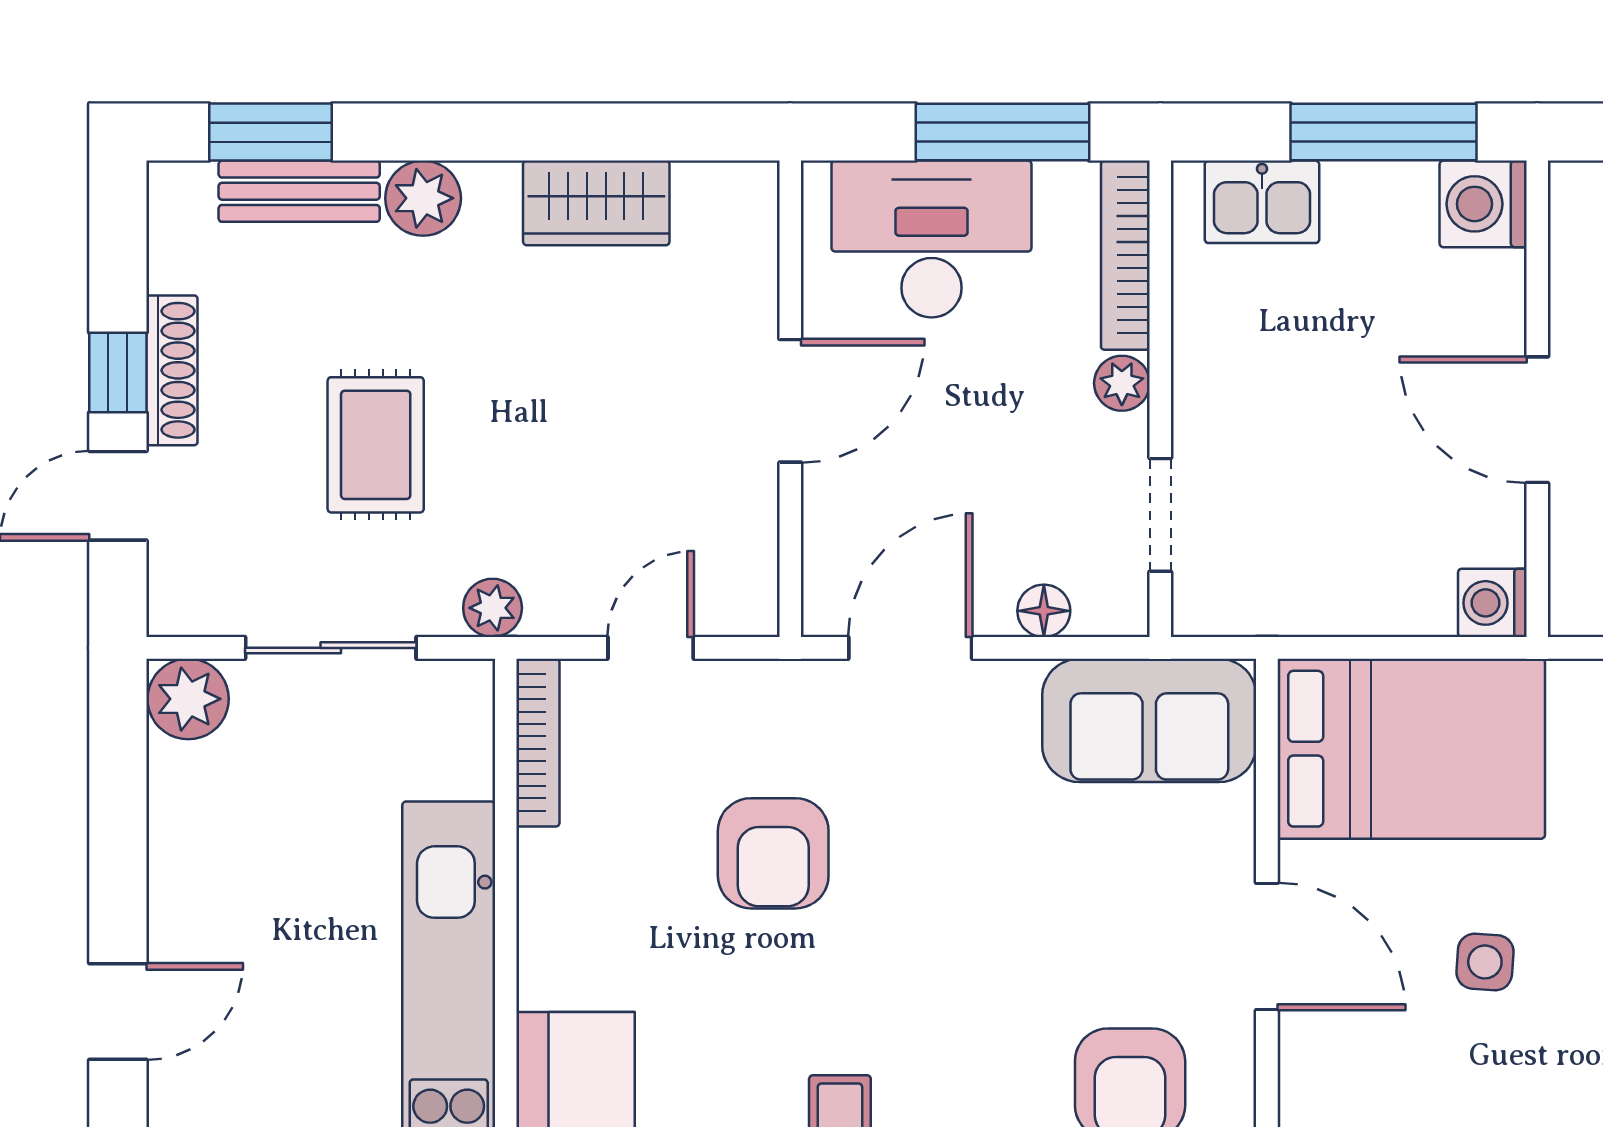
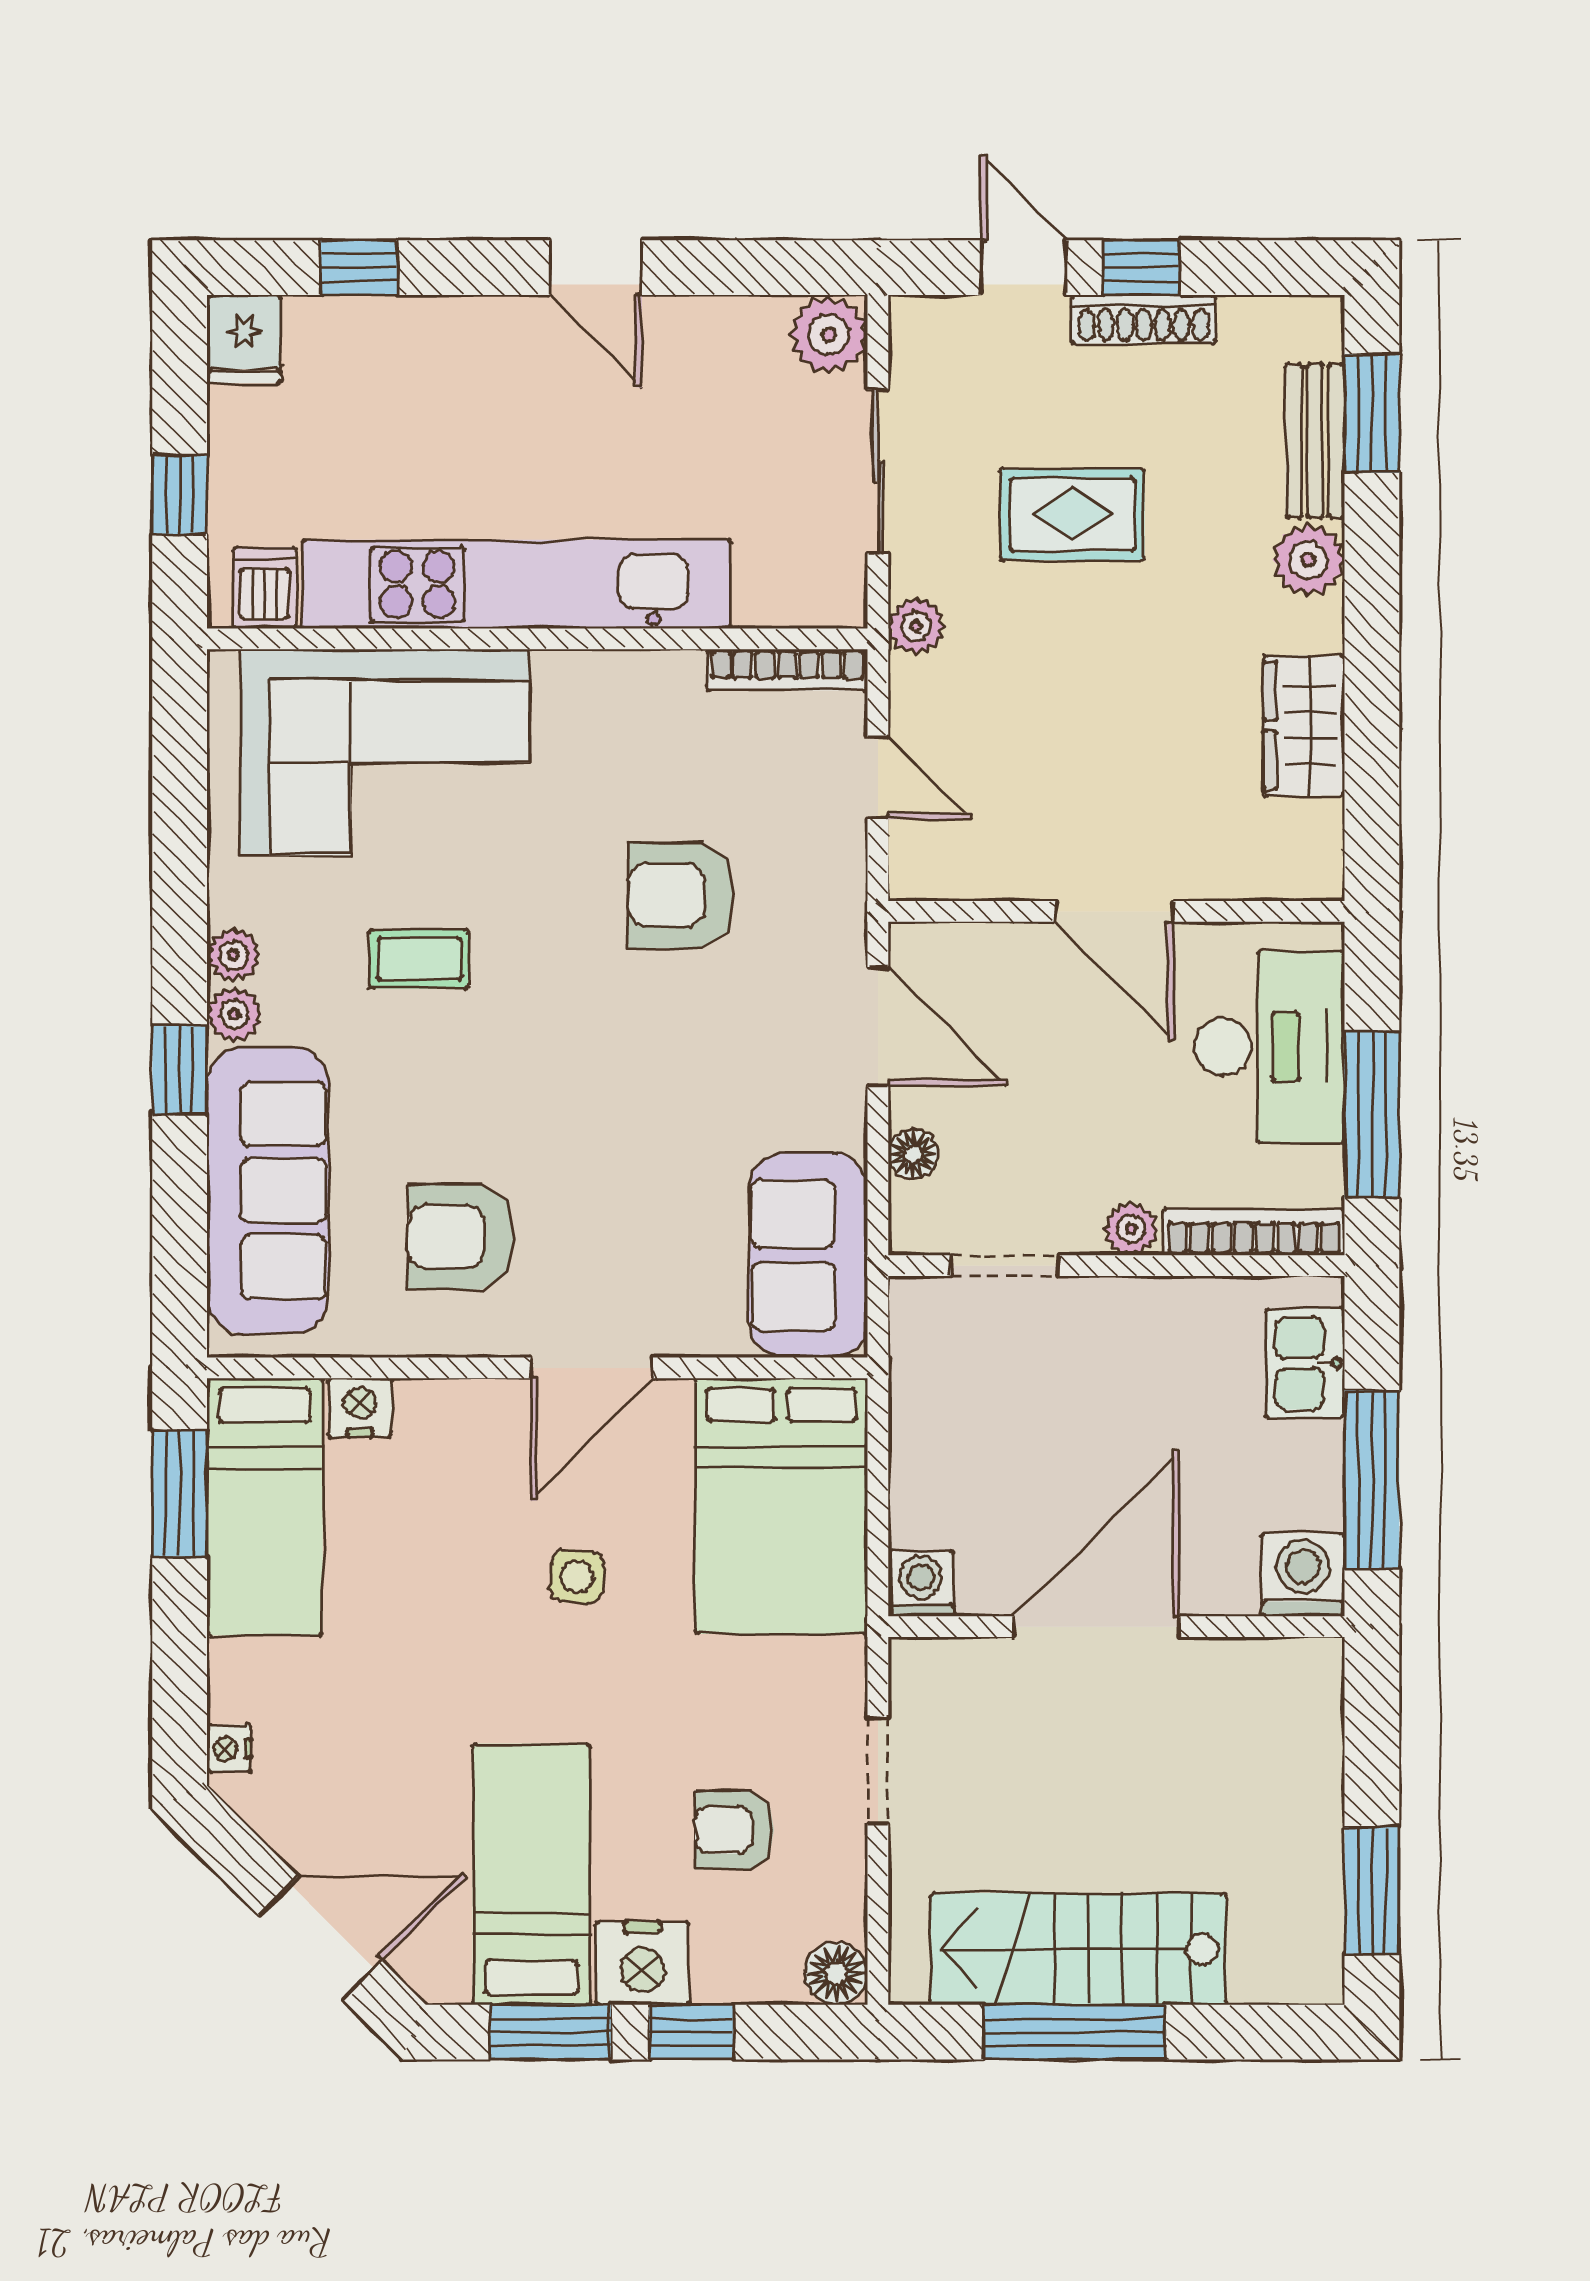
door: (1537, 420) -> (1096, 1627), width x1.36
door: (118, 1011) -> (596, 268), moved

